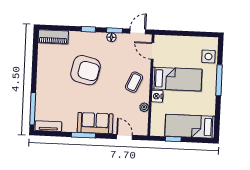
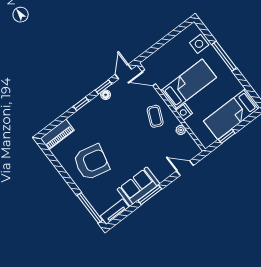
armchair: (86, 70) -> (91, 162), moved
sofa: (95, 123) -> (138, 187), moved

